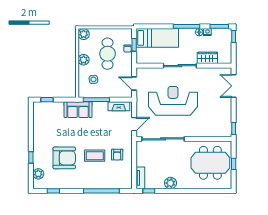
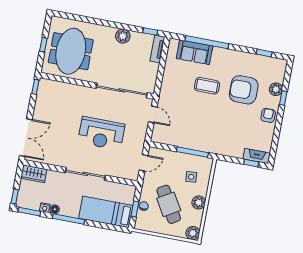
cafe table: (108, 54) -> (169, 204), turned -31
wardrobe: (207, 58) -> (34, 174), moved
door: (134, 84) -> (144, 163), hinge flipped
double door: (234, 86) -> (26, 138), width x1.37
reception desk: (173, 101) -> (101, 133), width x0.74, depth x0.77
fireplace: (119, 106) -> (257, 156), moved
sofa: (78, 110) -> (195, 52), moved, turned 180
door: (134, 124) -> (153, 114), swing flipped
armchair: (117, 155) -> (268, 115), moved
meeting table: (210, 163) -> (71, 51), turned 90
plant: (38, 174) -> (276, 89), moved

